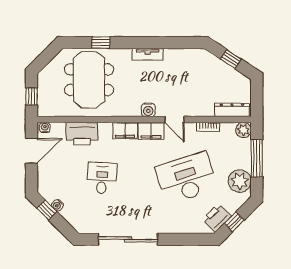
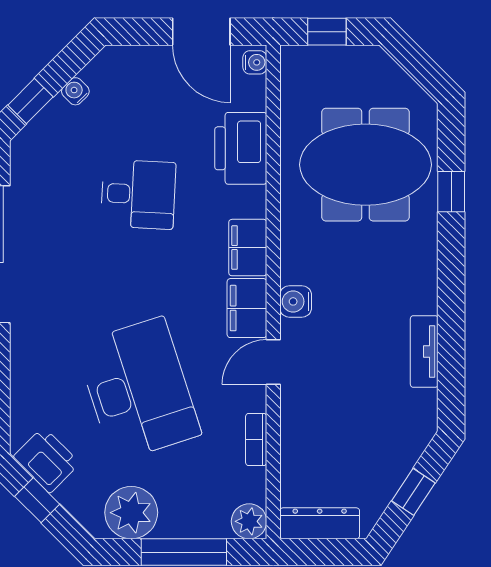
tv unit: (148, 54) -> (424, 352), moved
dresser: (232, 110) -> (320, 523), moved, turned -90
window: (47, 210) -> (30, 101), moved

